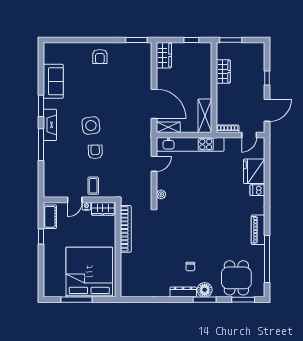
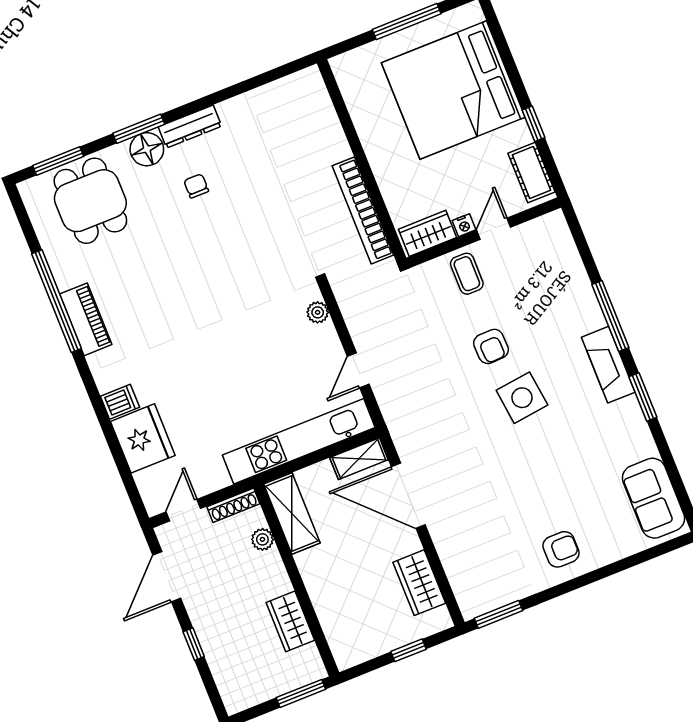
window: (191, 40) -> (409, 650), moved
wardrobe: (164, 55) -> (419, 583), moved
armchair: (100, 57) -> (561, 549), turned 90
sofa: (53, 81) -> (653, 498), moved
plant: (221, 110) -> (262, 539), added
window: (267, 259) -> (57, 301), moved
bed: (89, 272) -> (453, 90), moved, turned 90

